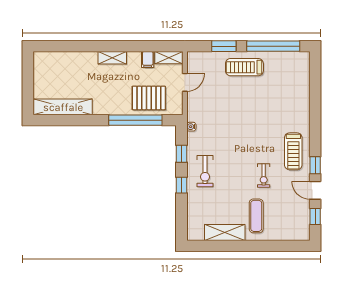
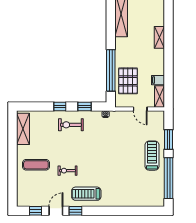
shelving: (112, 58) -> (159, 37), moved
shelving: (225, 233) -> (23, 129), moved

